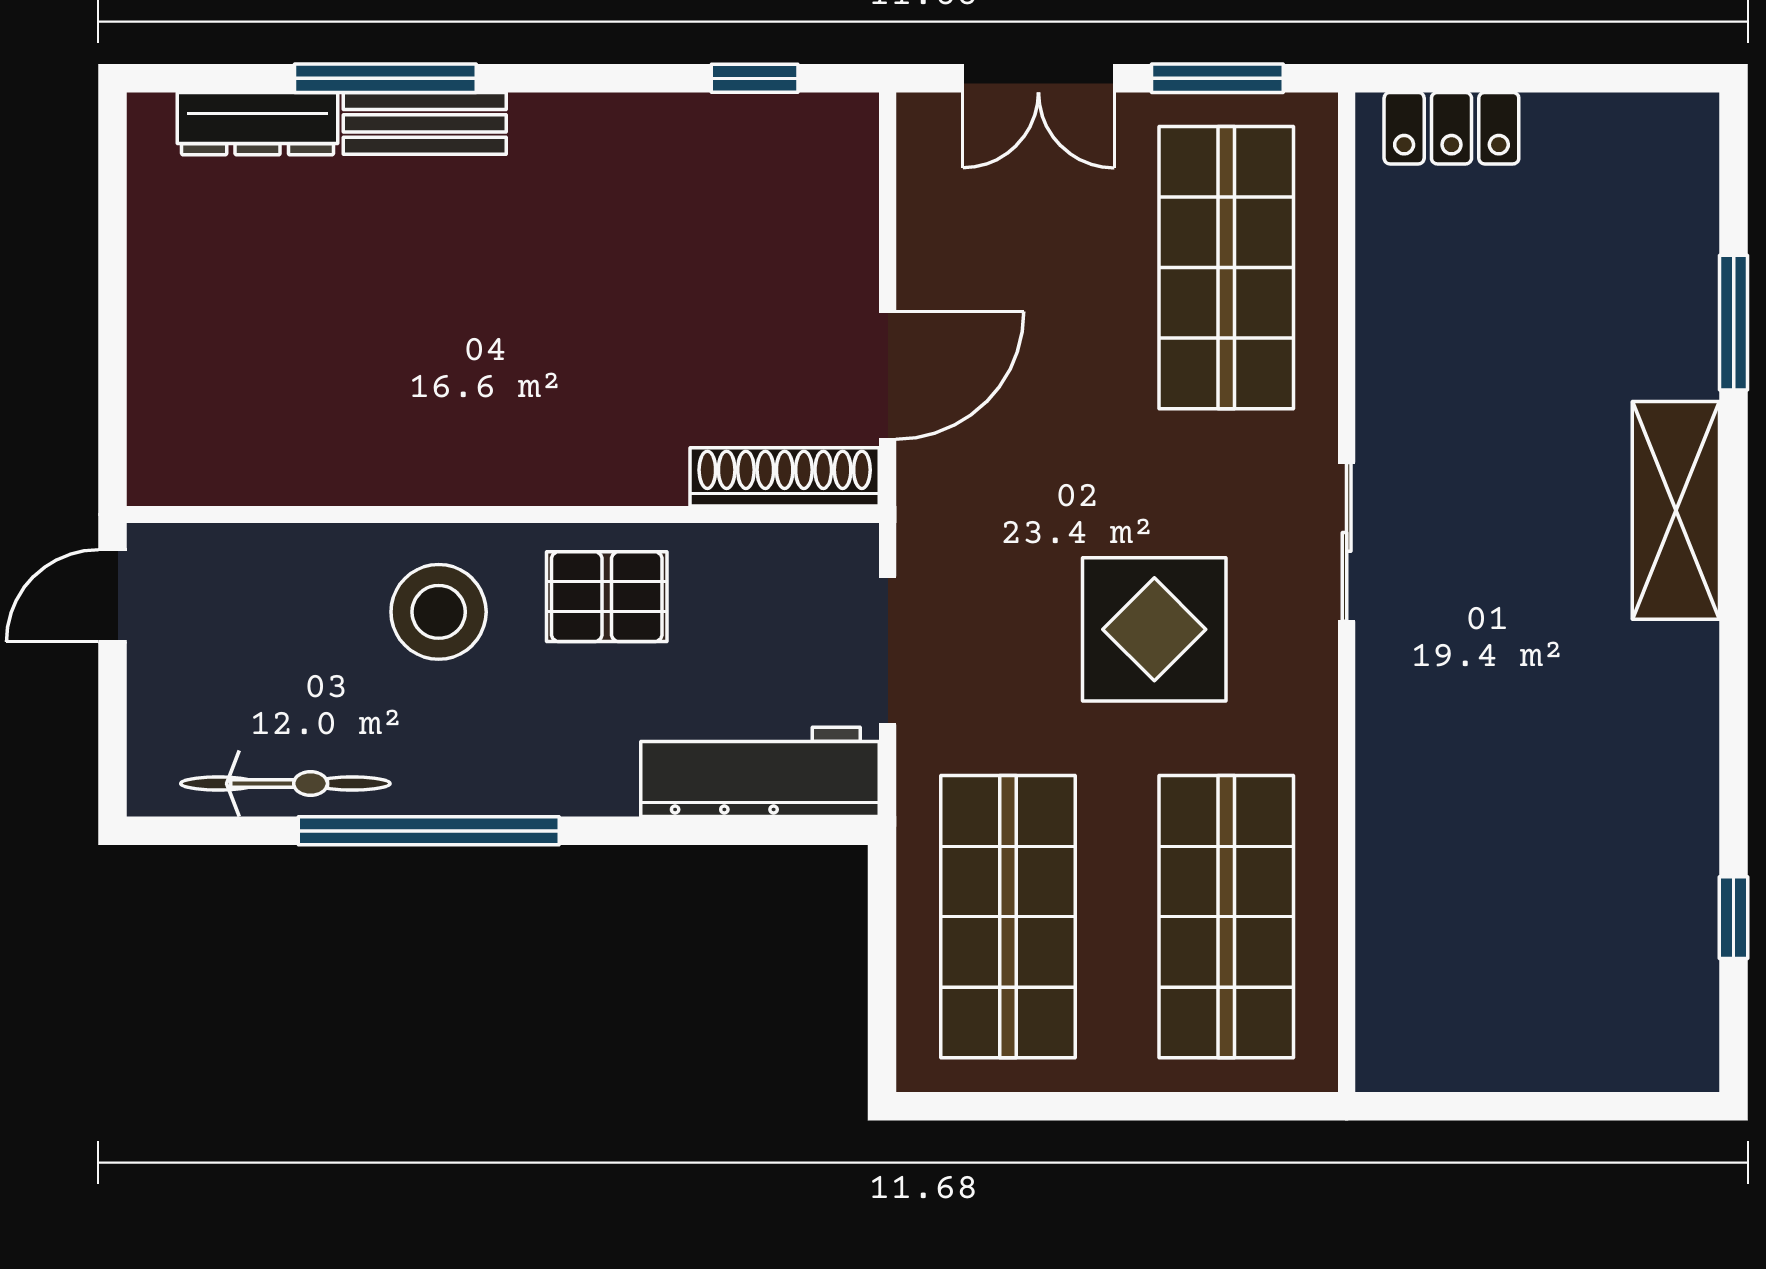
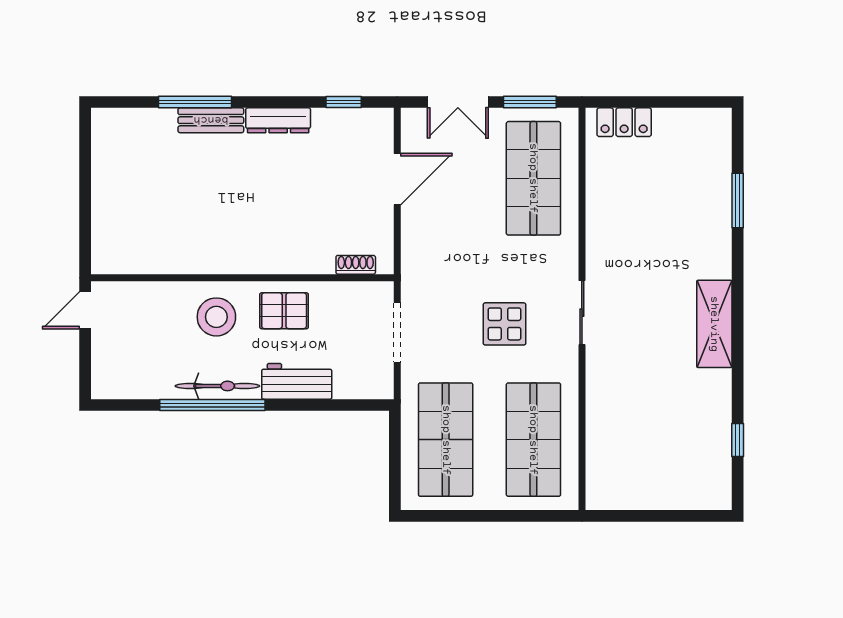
dresser: (258, 124) -> (278, 120), moved
door: (888, 375) -> (397, 179), moved
shoe rack: (785, 477) -> (356, 265), width x0.51, depth x0.81
shelving: (1676, 510) -> (714, 324), moved
sliding door: (1347, 542) -> (582, 313), moved
display table: (1154, 629) -> (504, 324), width x0.73, depth x0.73
workbench: (760, 772) -> (297, 381), moved, width x0.73
bicycle: (285, 784) -> (217, 386), moved

